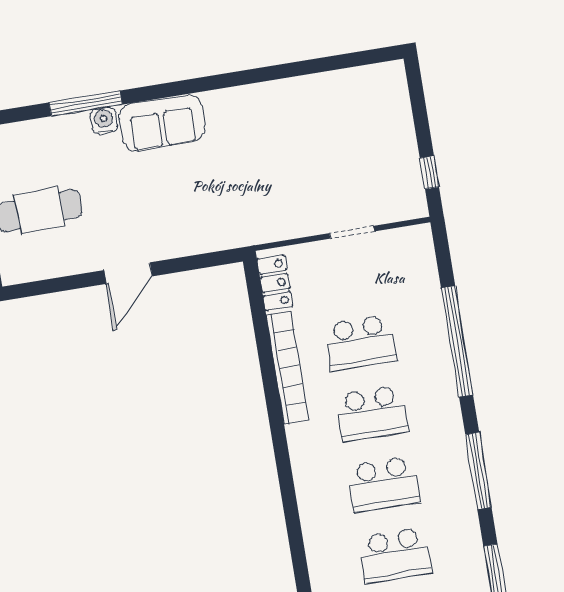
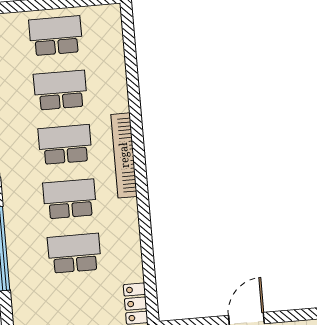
bookcase: (287, 367) -> (124, 155), moved

